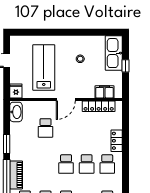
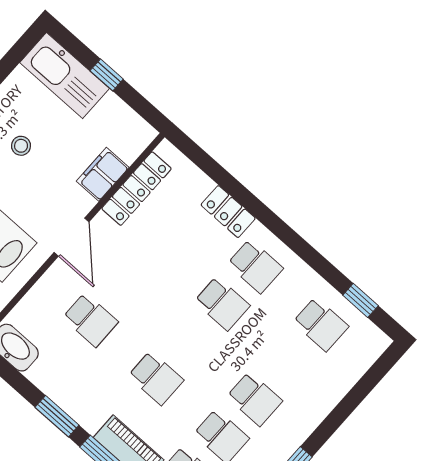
filing cabinet: (104, 92) -> (103, 174), moved
school desk: (66, 164) -> (156, 378), moved

